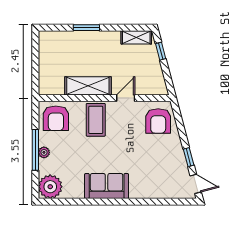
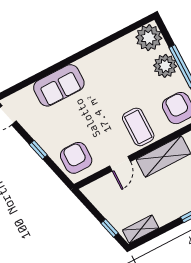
plant: (44, 152) -> (165, 66), width x1.88, depth x1.88
window: (189, 157) -> (38, 150), moved
sofa: (107, 186) -> (59, 85), moved

